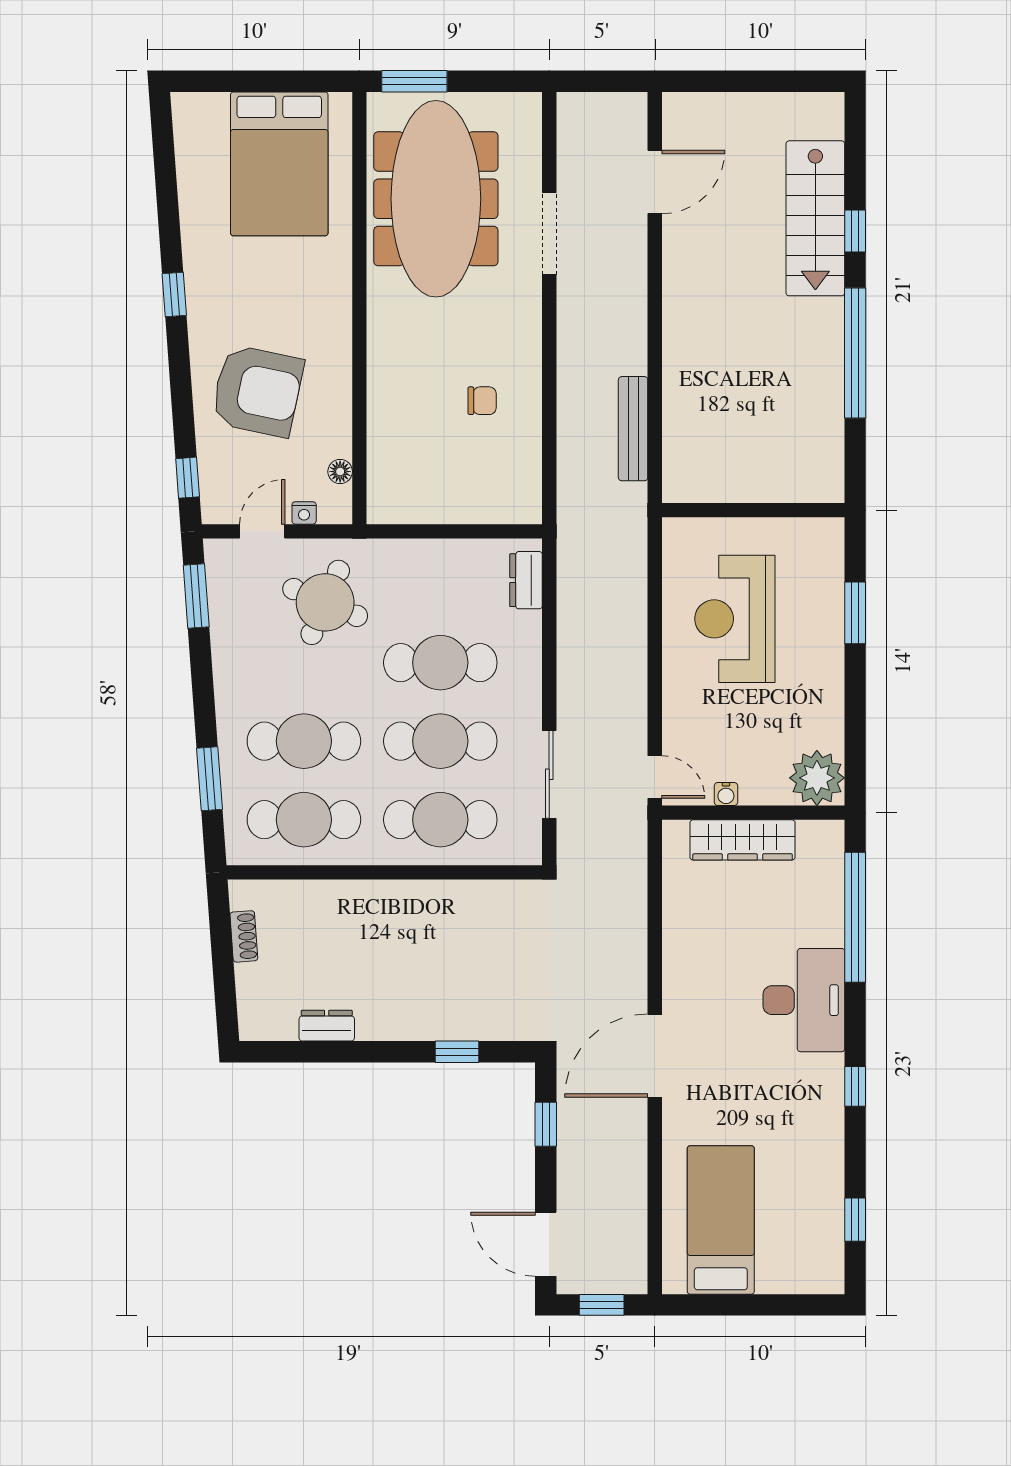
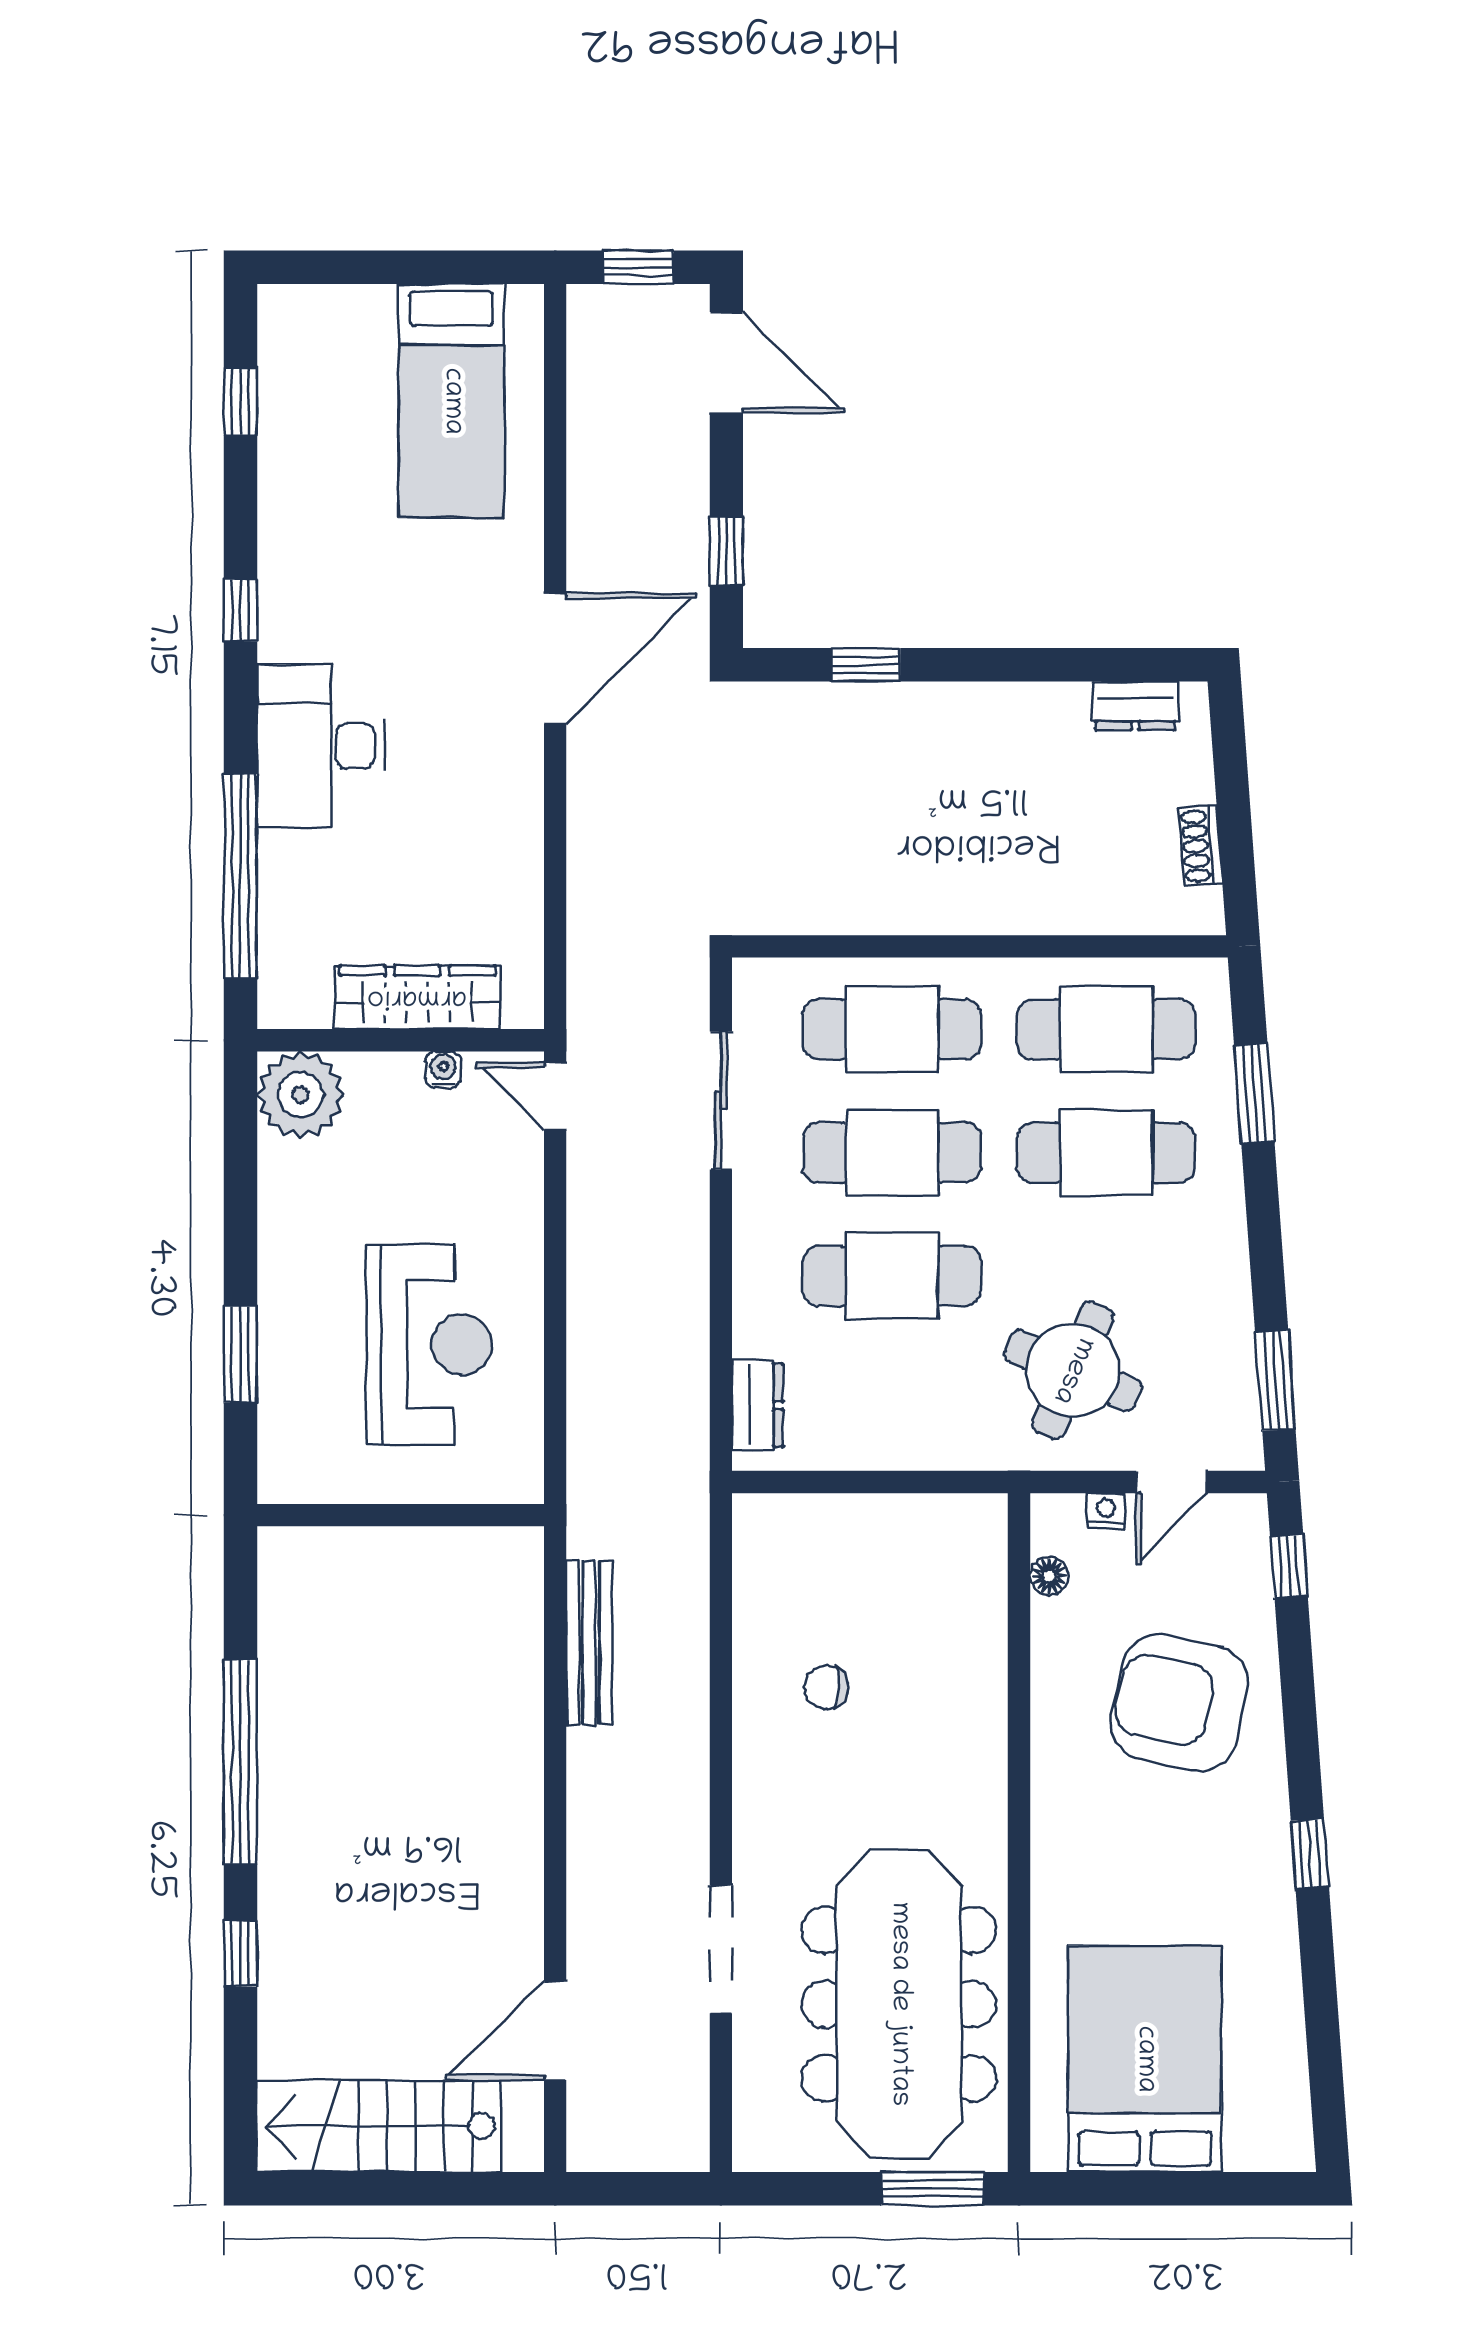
stairs: (815, 218) -> (379, 2126), moved, turned -90
dresser: (327, 1026) -> (1135, 706), moved

